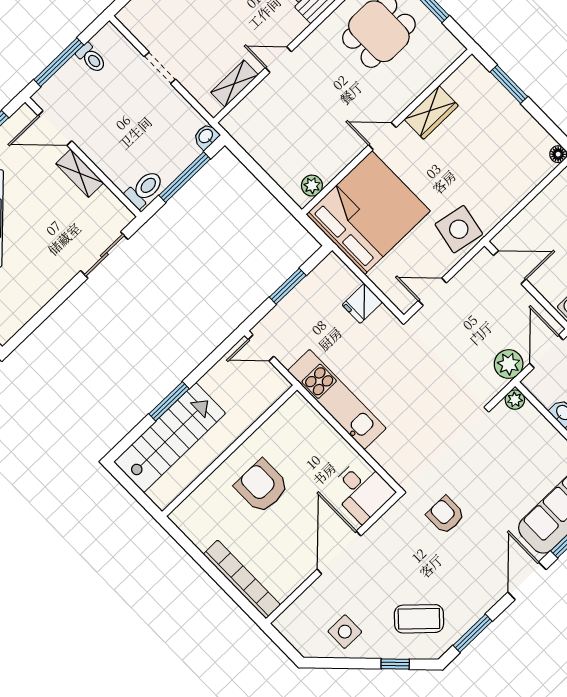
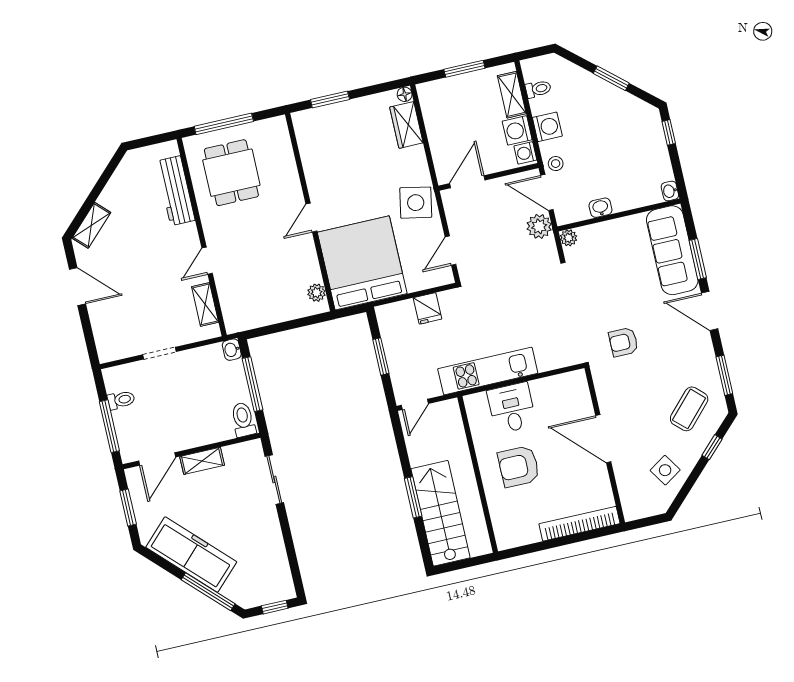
wardrobe: (431, 112) -> (406, 125), moved, turned 180
desk: (362, 490) -> (512, 408), moved, turned -90
side table: (345, 632) -> (665, 470), turned -33

